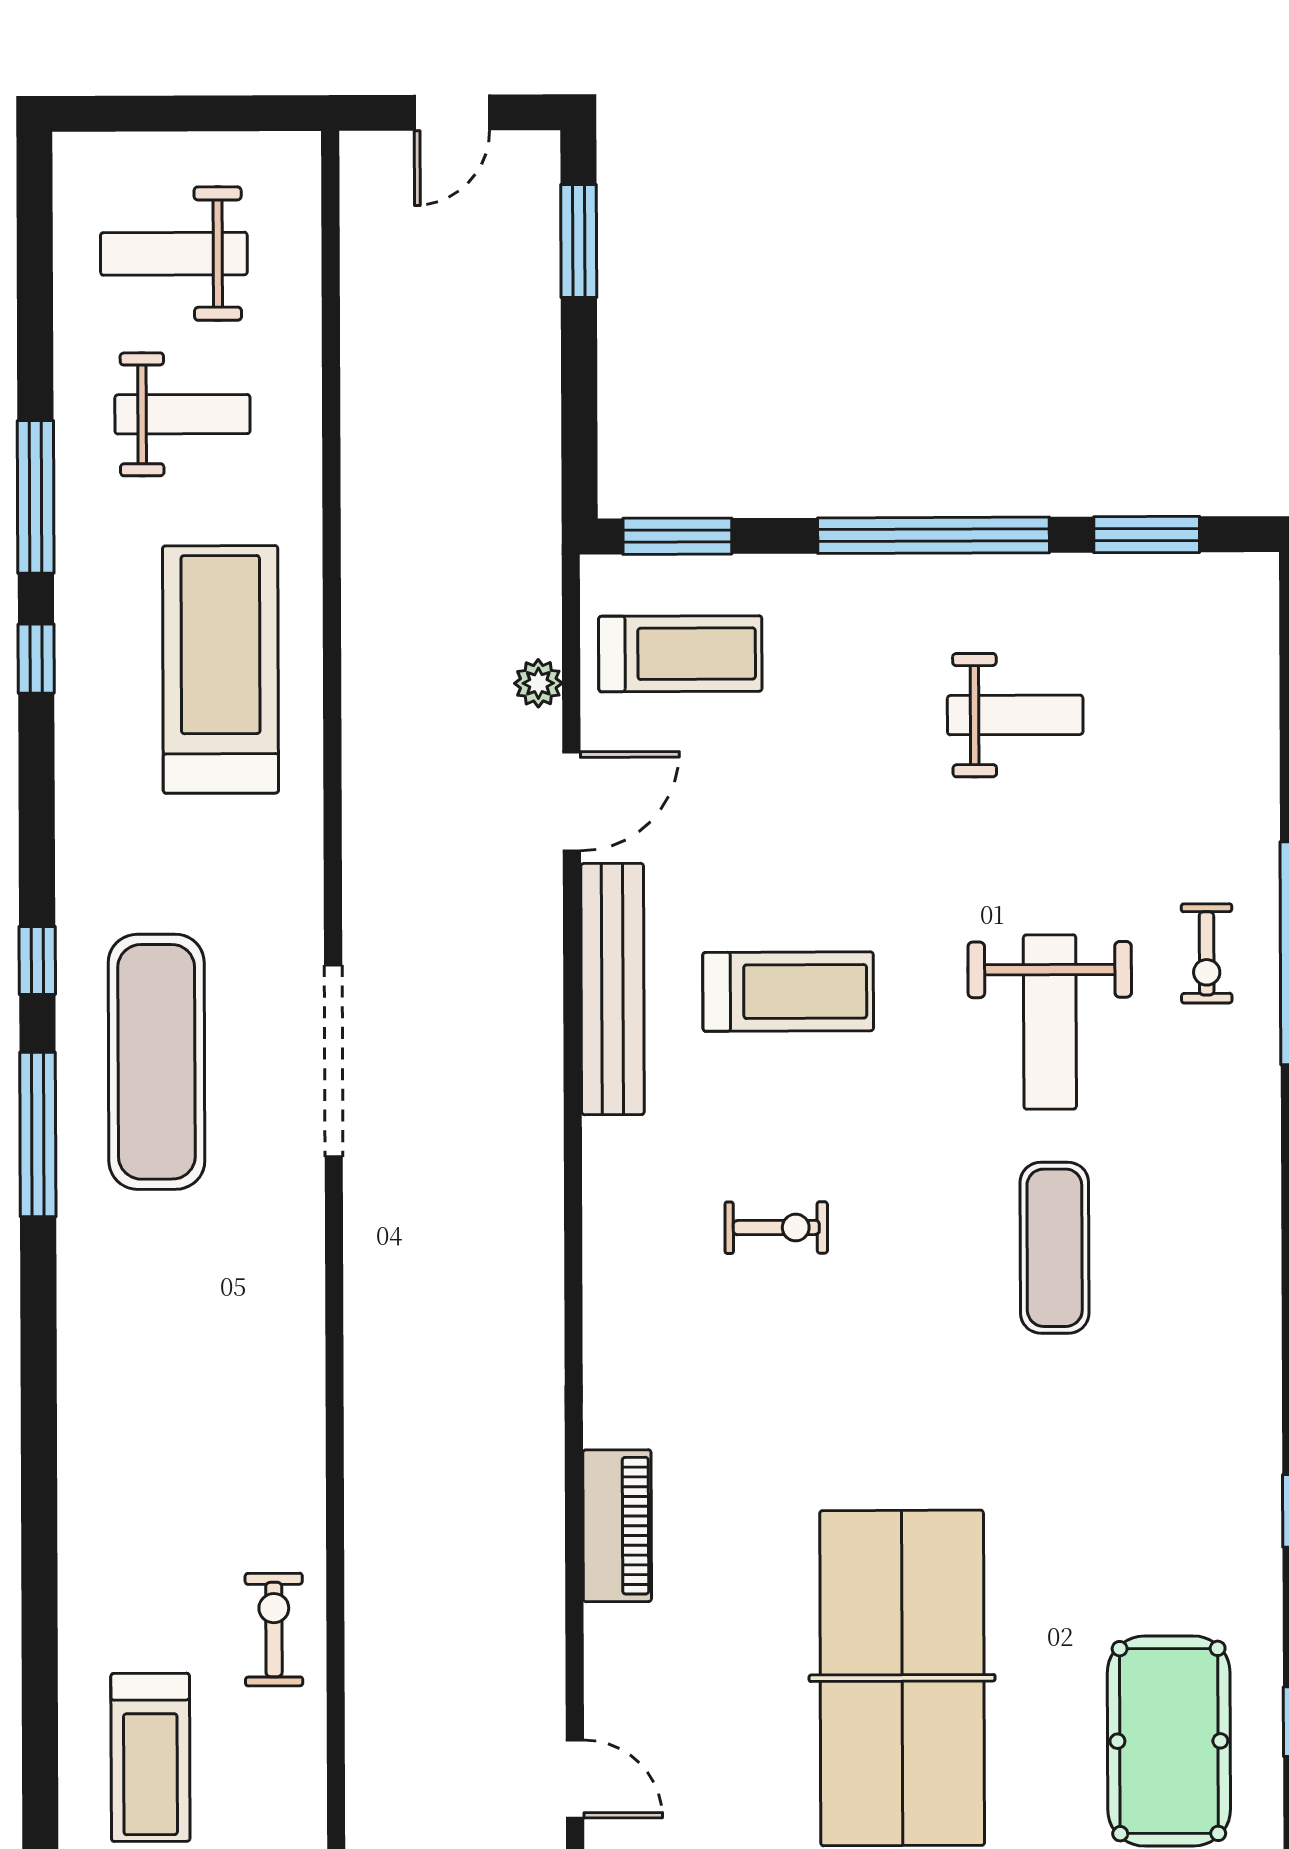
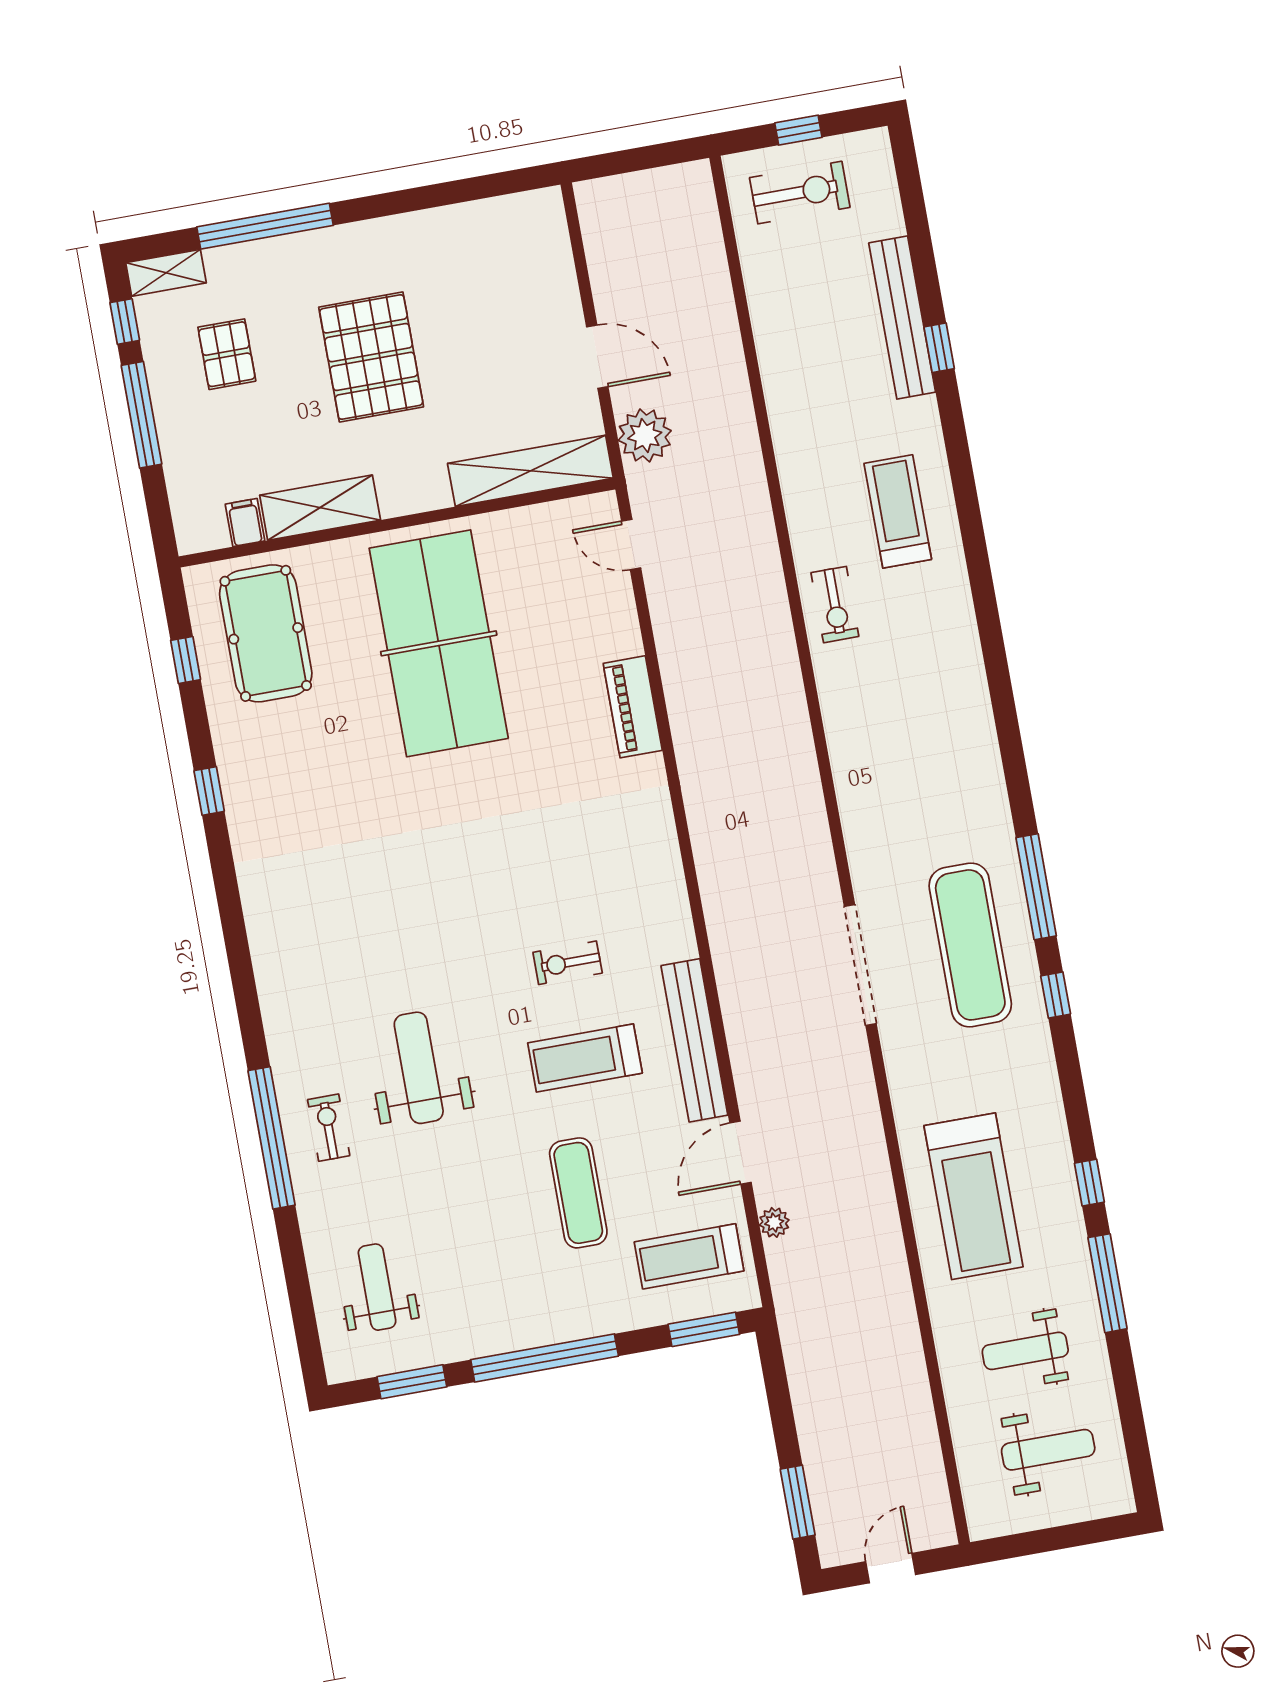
weight bench: (1015, 715) -> (377, 1287), moved, turned 90
exercise bike: (776, 1228) -> (568, 963), moved
exercise mat: (1055, 1248) -> (578, 1193), moved

